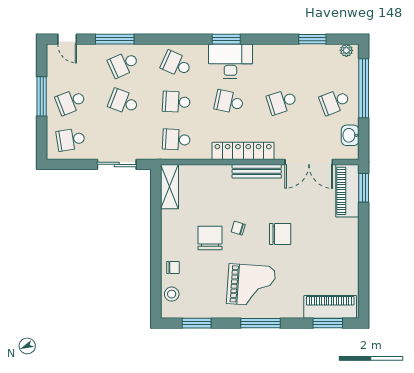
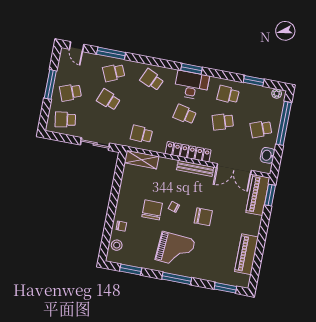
school desk: (176, 102) -> (228, 95), moved
shelving: (169, 187) -> (142, 160), moved, turned 90
piano: (330, 307) -> (246, 254), moved, turned -90

